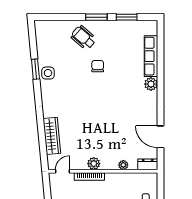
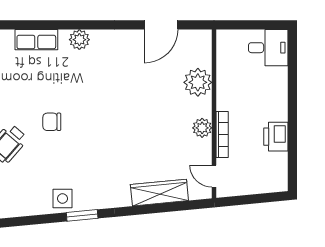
row of seats: (151, 56) -> (36, 40), width x0.68
window: (35, 69) -> (82, 215), moved
dresser: (148, 164) -> (203, 45), removed
plant: (123, 165) -> (198, 82), width x1.87, depth x1.87

